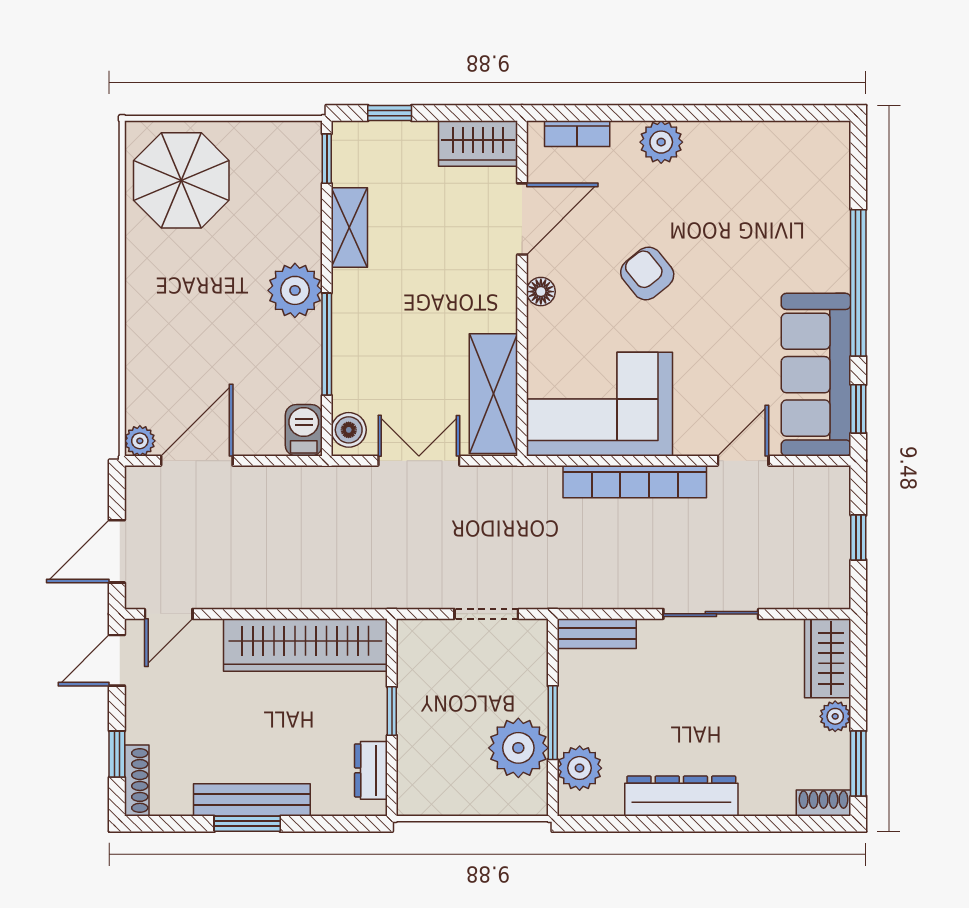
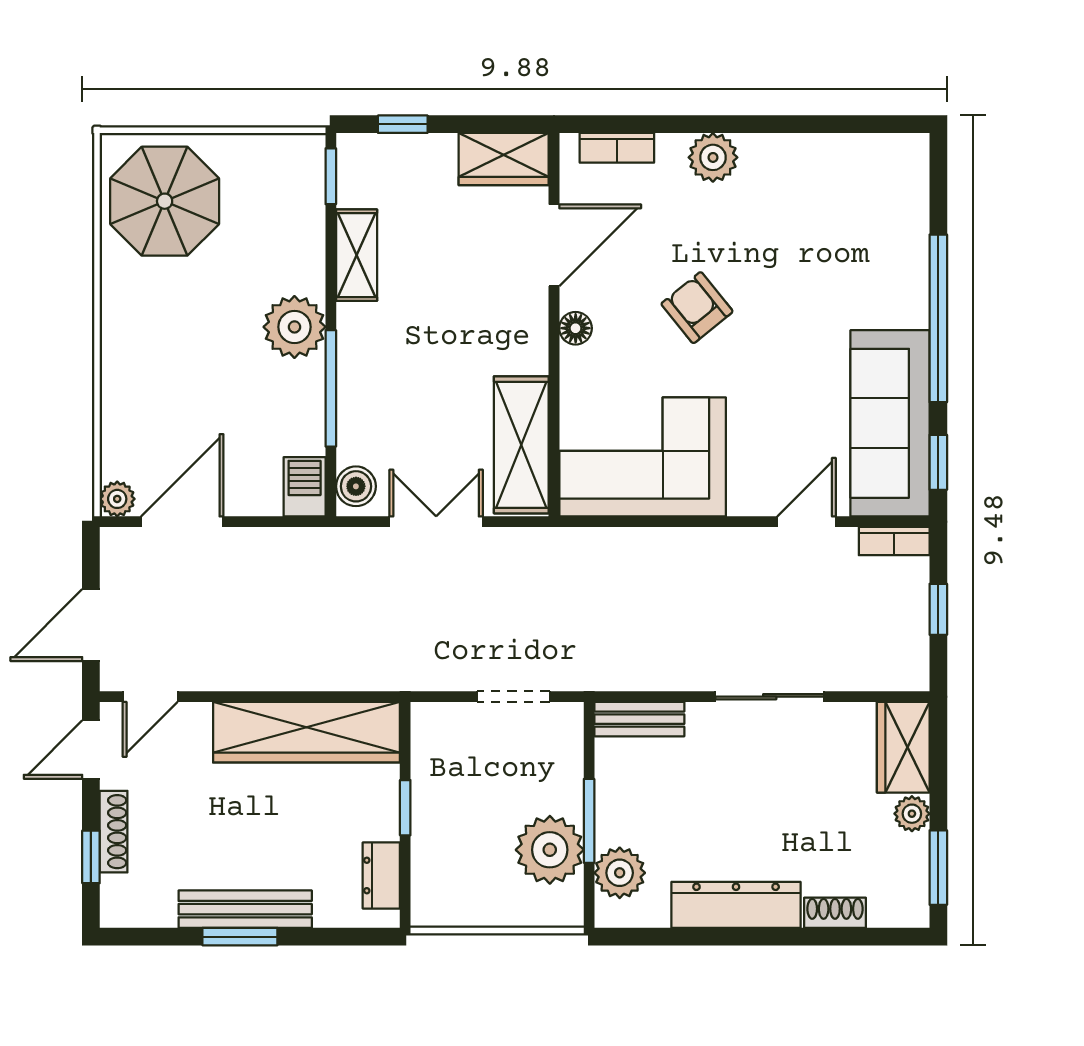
bookcase: (635, 482) -> (894, 541), moved, width x0.43, depth x0.76
shoe rack: (137, 780) -> (114, 832), moved
shoe rack: (824, 803) -> (835, 913), moved

